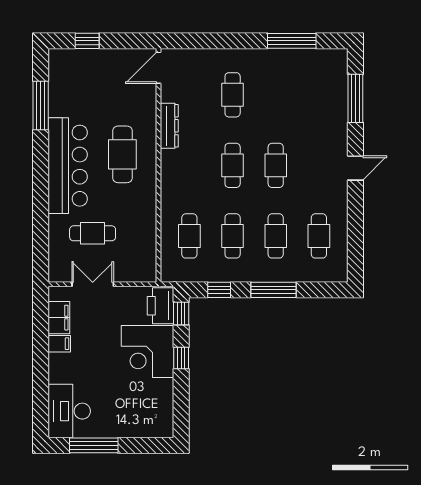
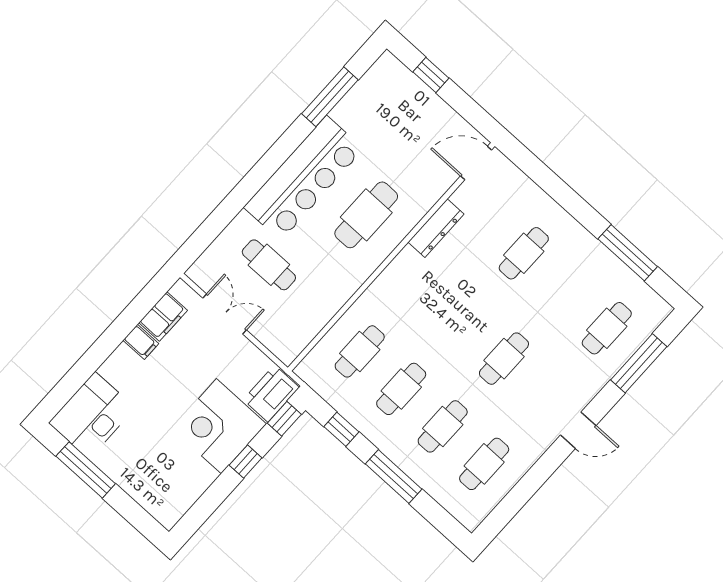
cafe table: (233, 165) -> (607, 328), moved

